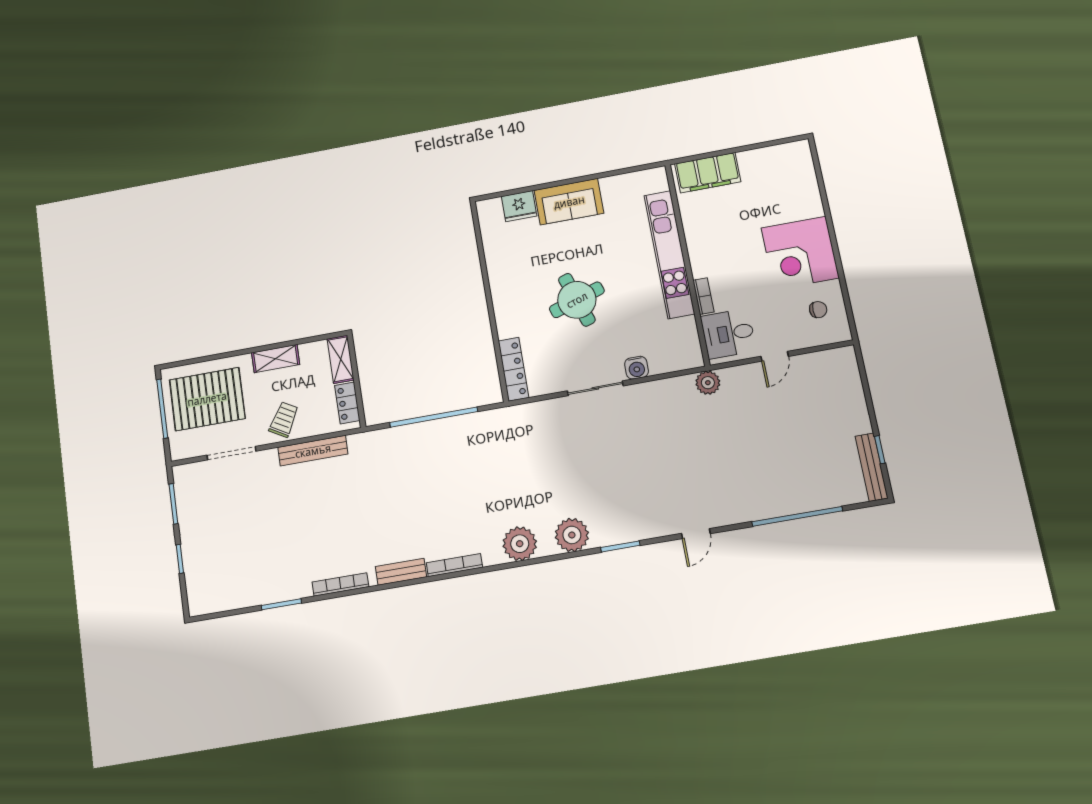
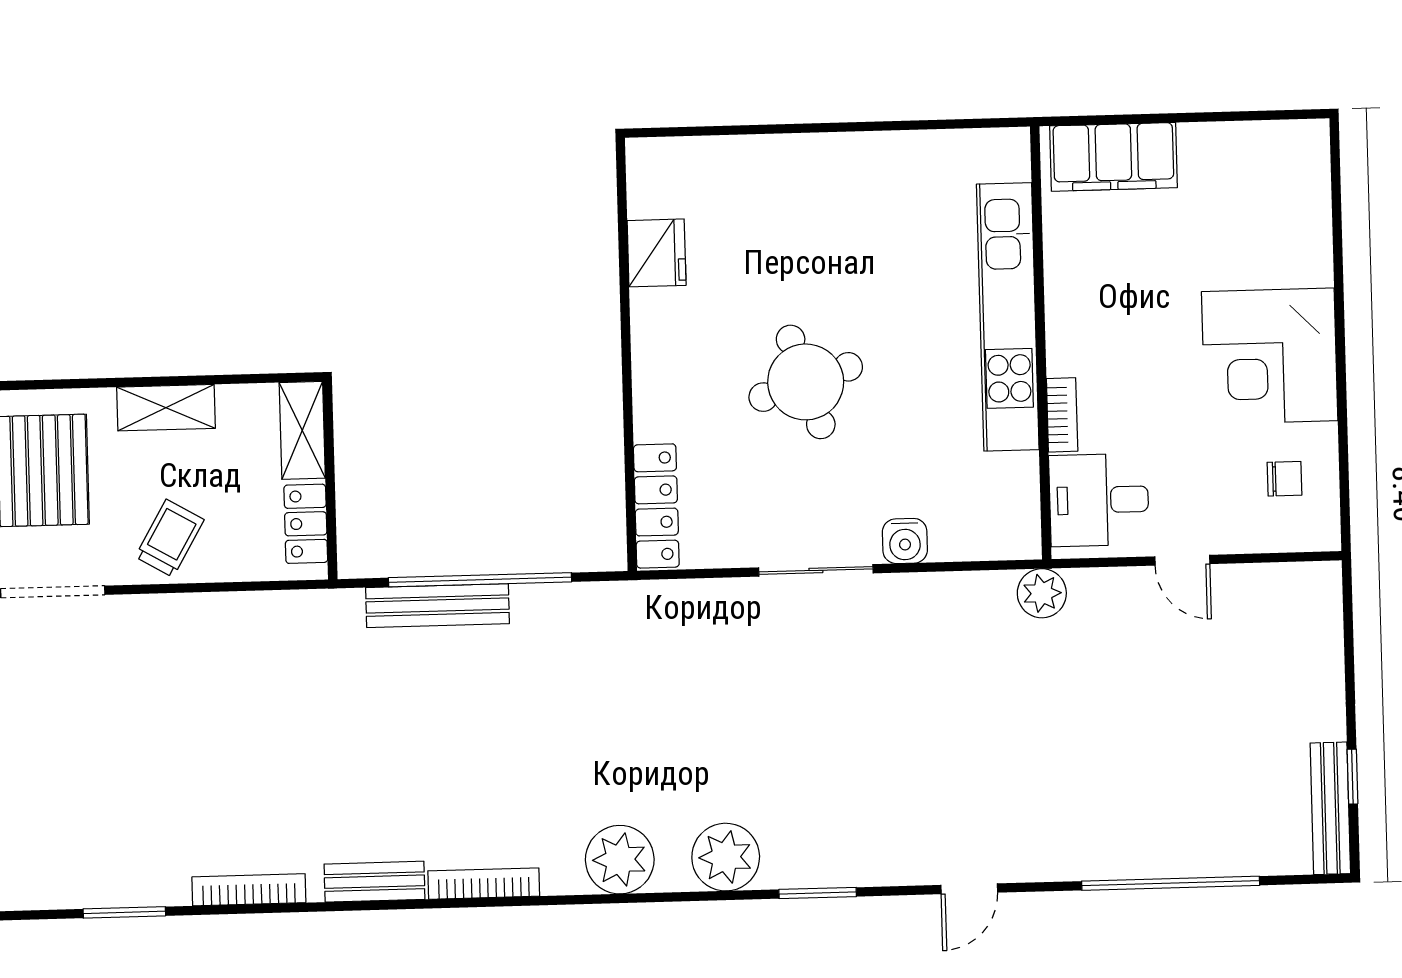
sofa: (569, 202) -> (820, 171), removed
fridge: (519, 206) -> (657, 253), moved, turned -90
door: (775, 356) -> (1182, 560), hinge flipped
bench: (313, 451) -> (438, 606), moved

